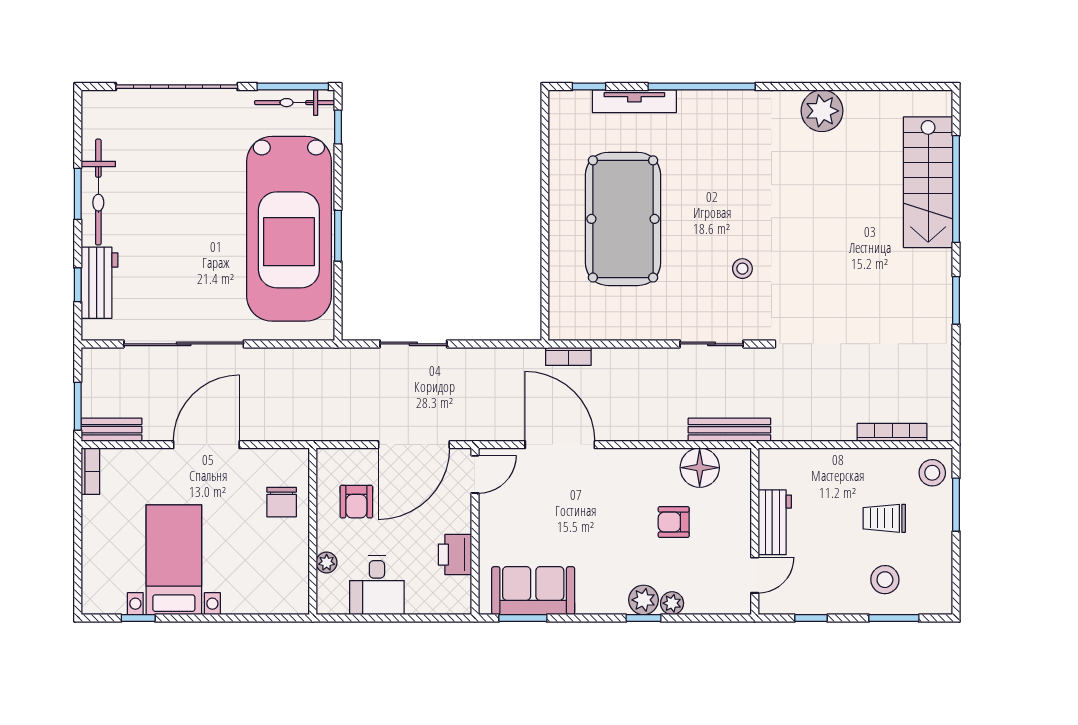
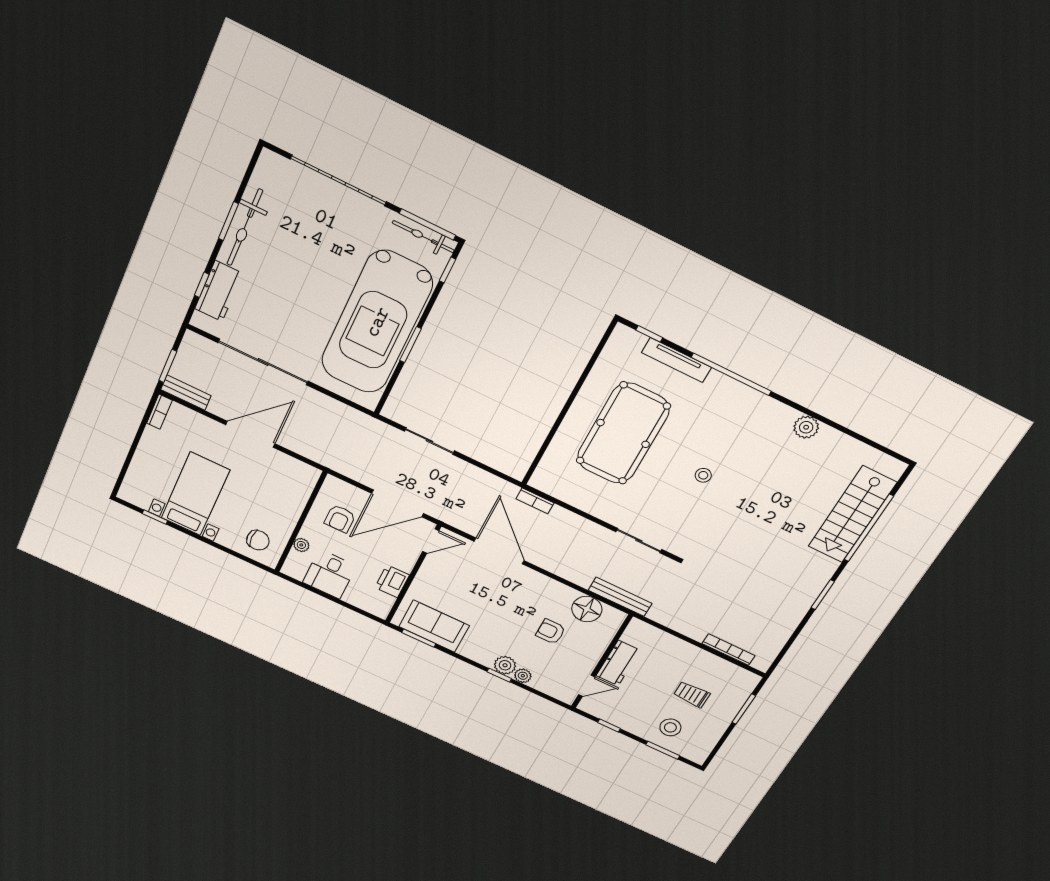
plant: (822, 111) -> (806, 427), width x0.73, depth x0.73
stool: (742, 269) -> (703, 475), moved
stool: (932, 473) -> (740, 684), removed
chair: (282, 502) -> (258, 540), moved, turned -90

